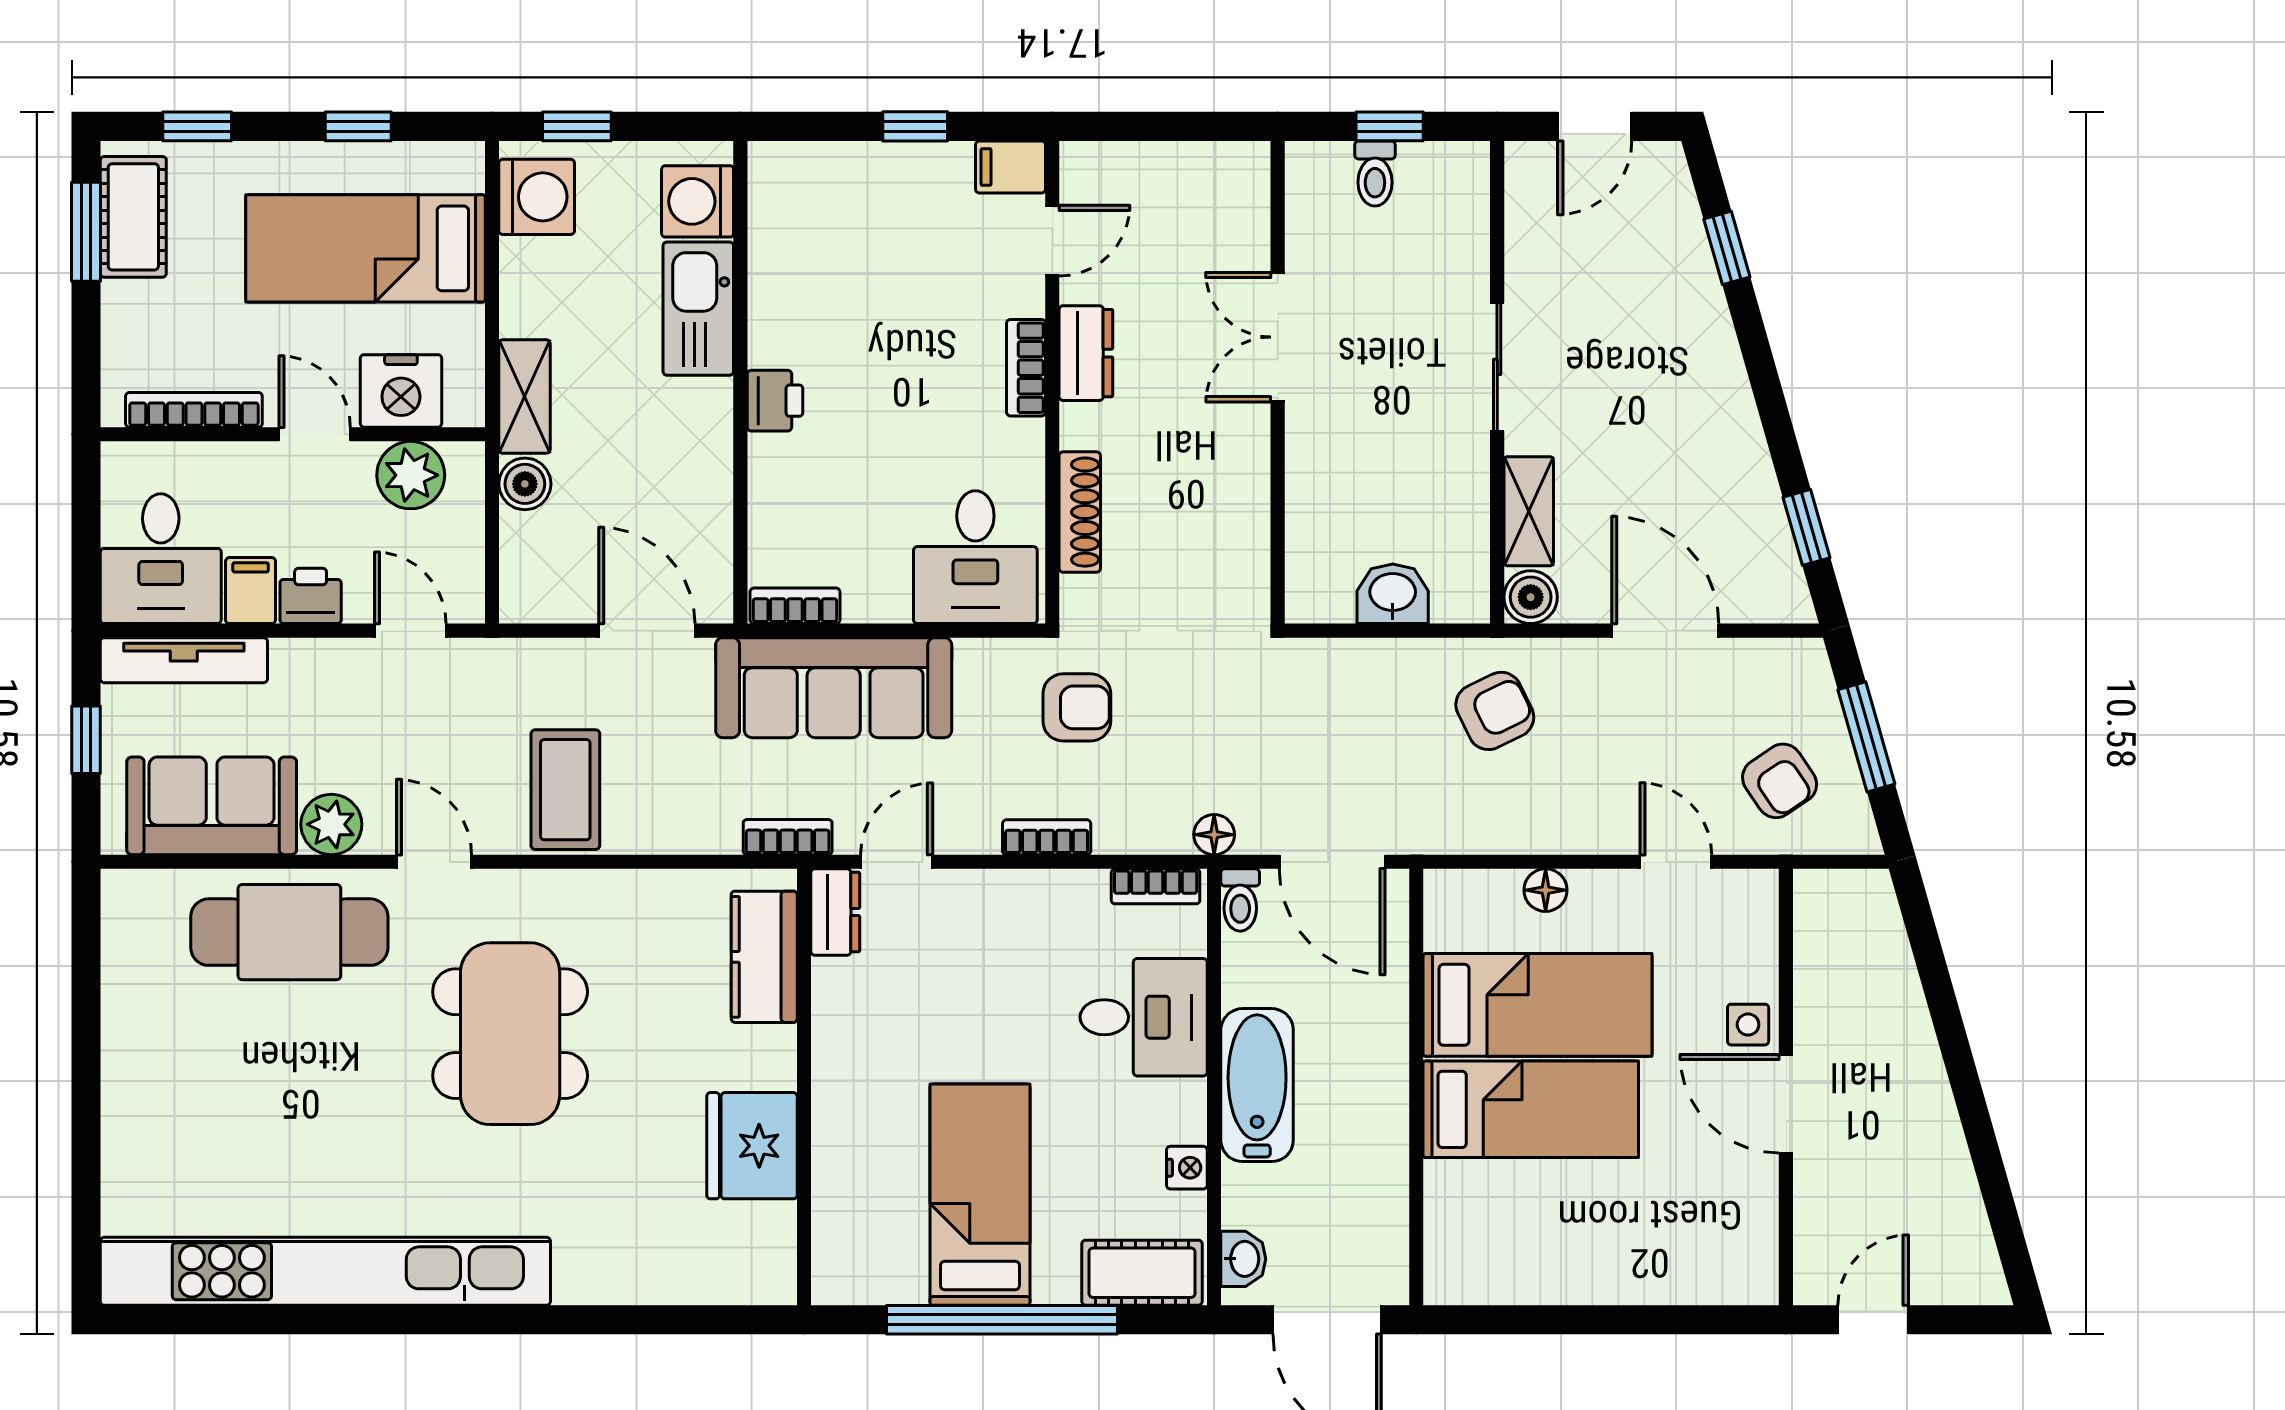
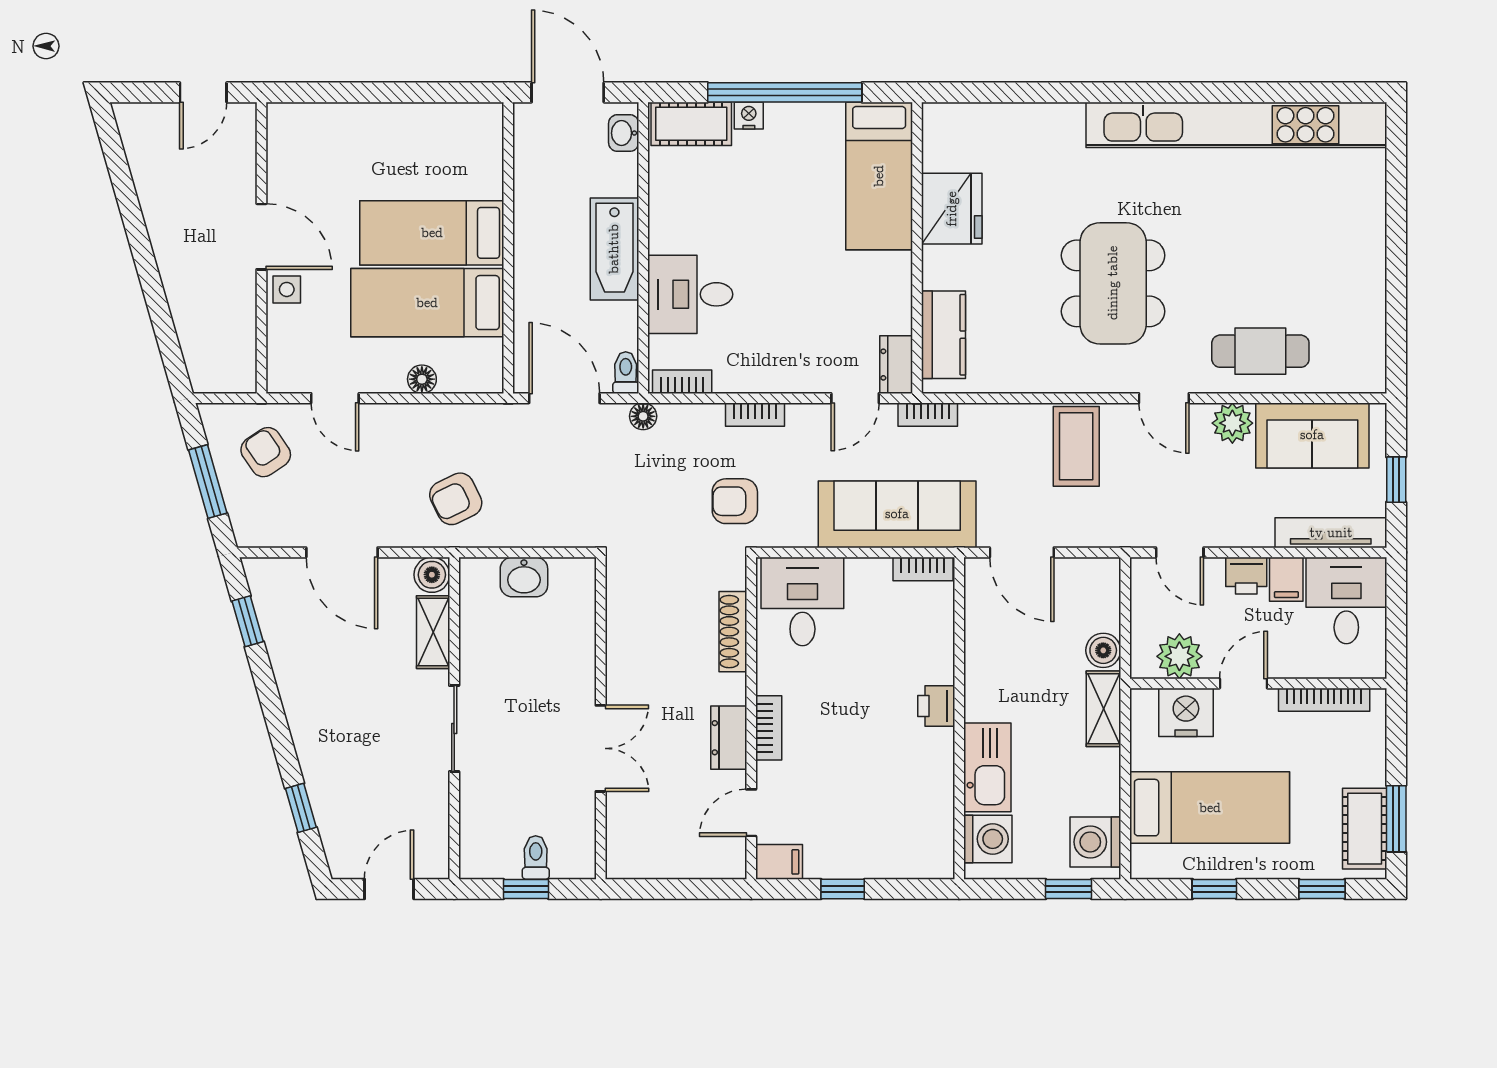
door: (315, 434) -> (1243, 683), swing flipped
cafe table: (289, 932) -> (1260, 351), width x0.73, depth x0.74
nightstand: (1187, 1168) -> (749, 116), moved, turned 90
bed: (980, 1195) -> (879, 176), moved

